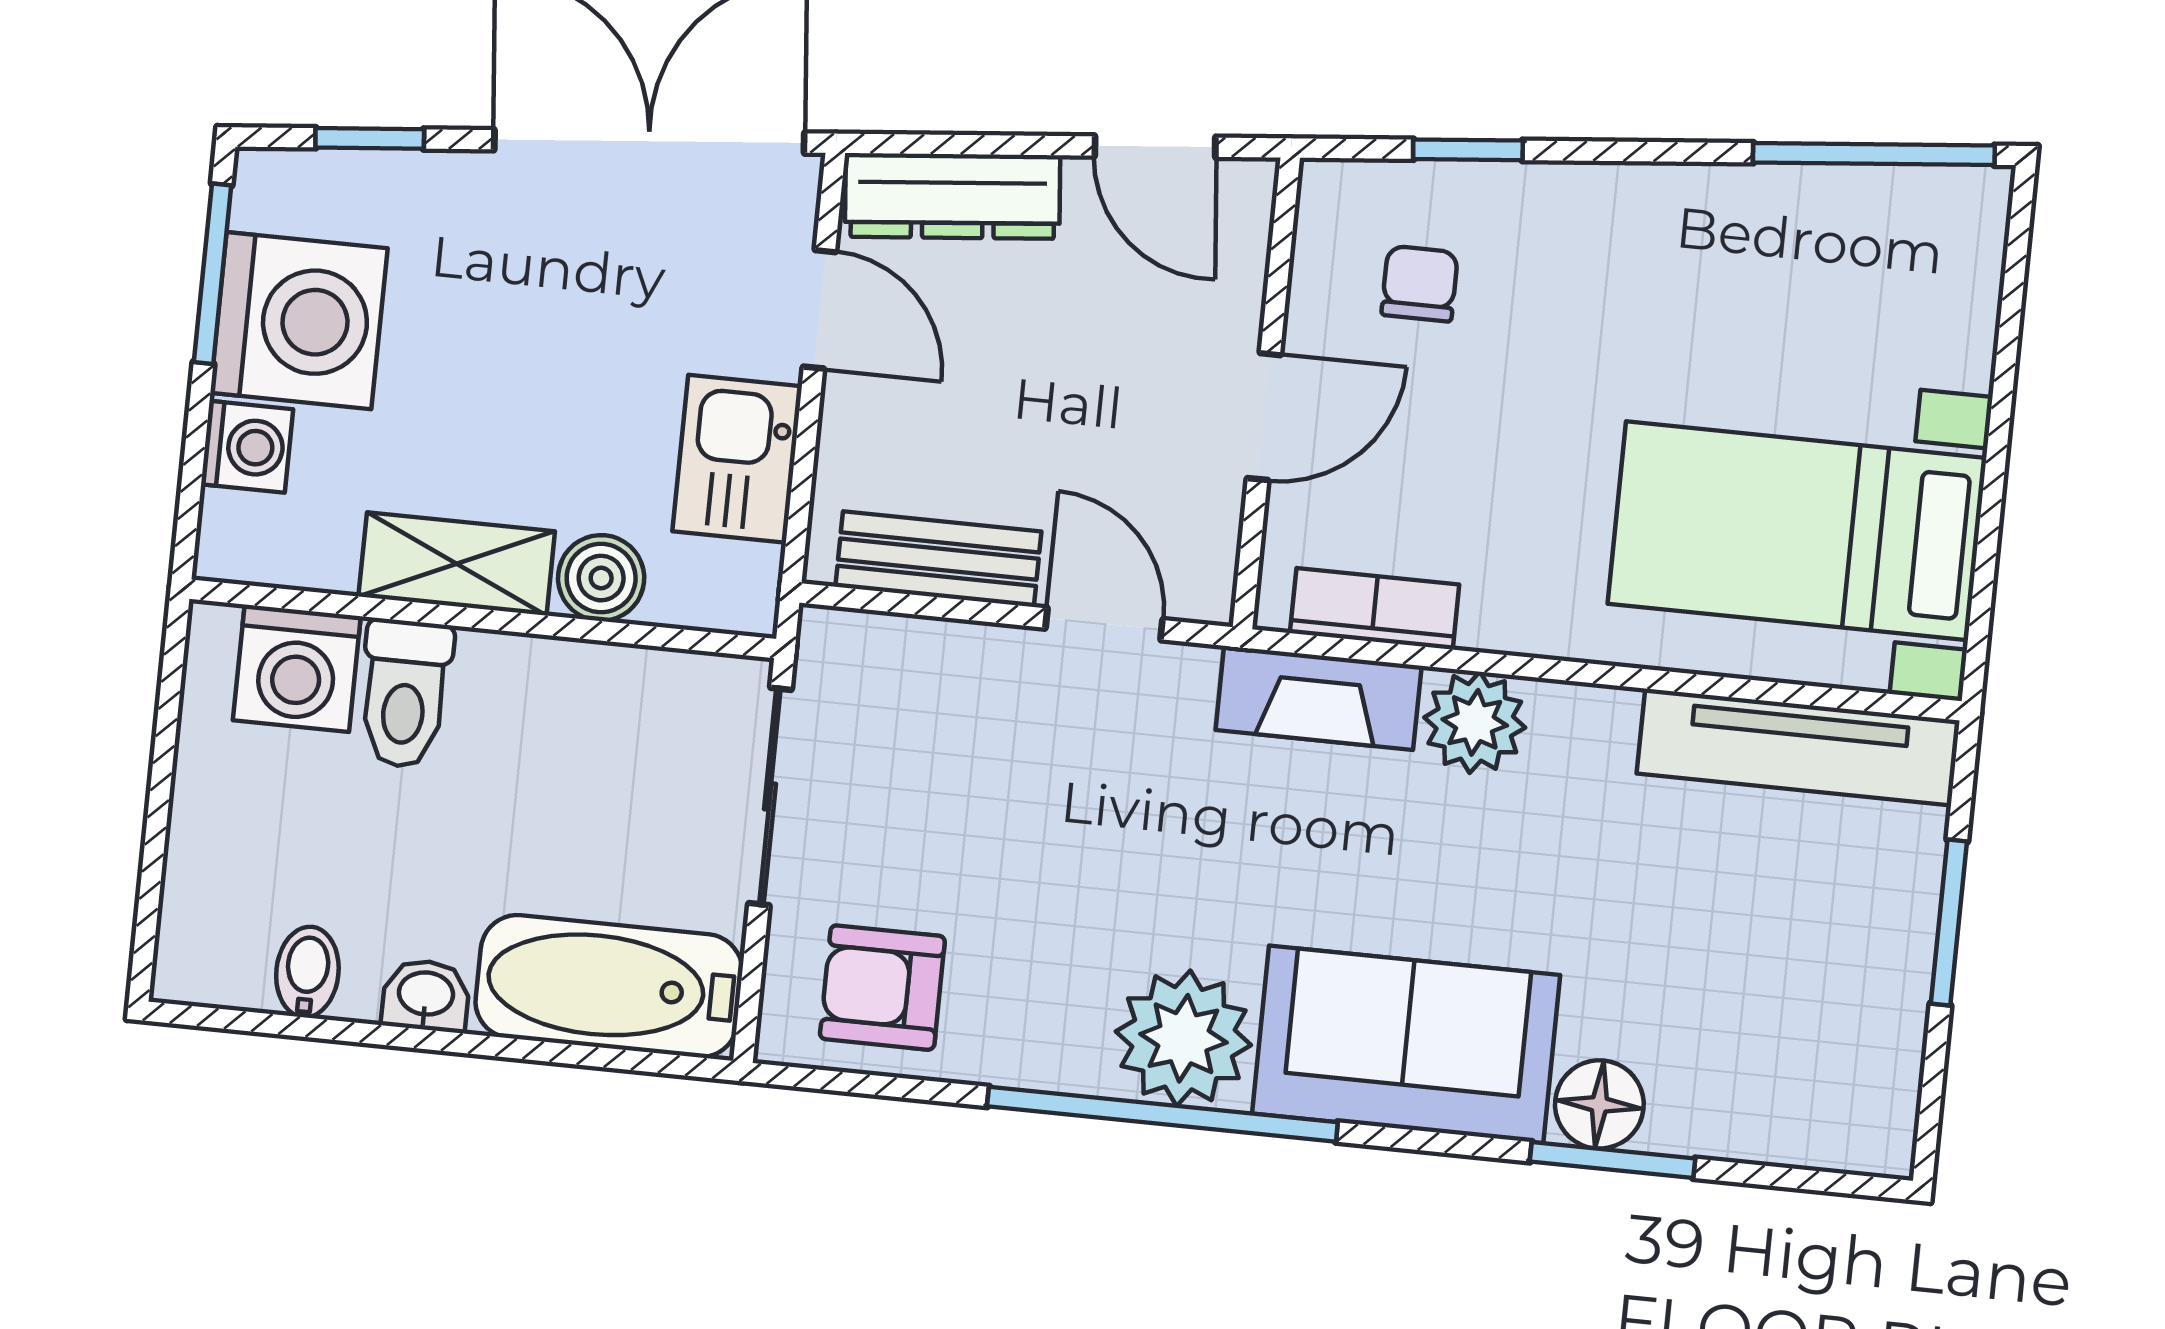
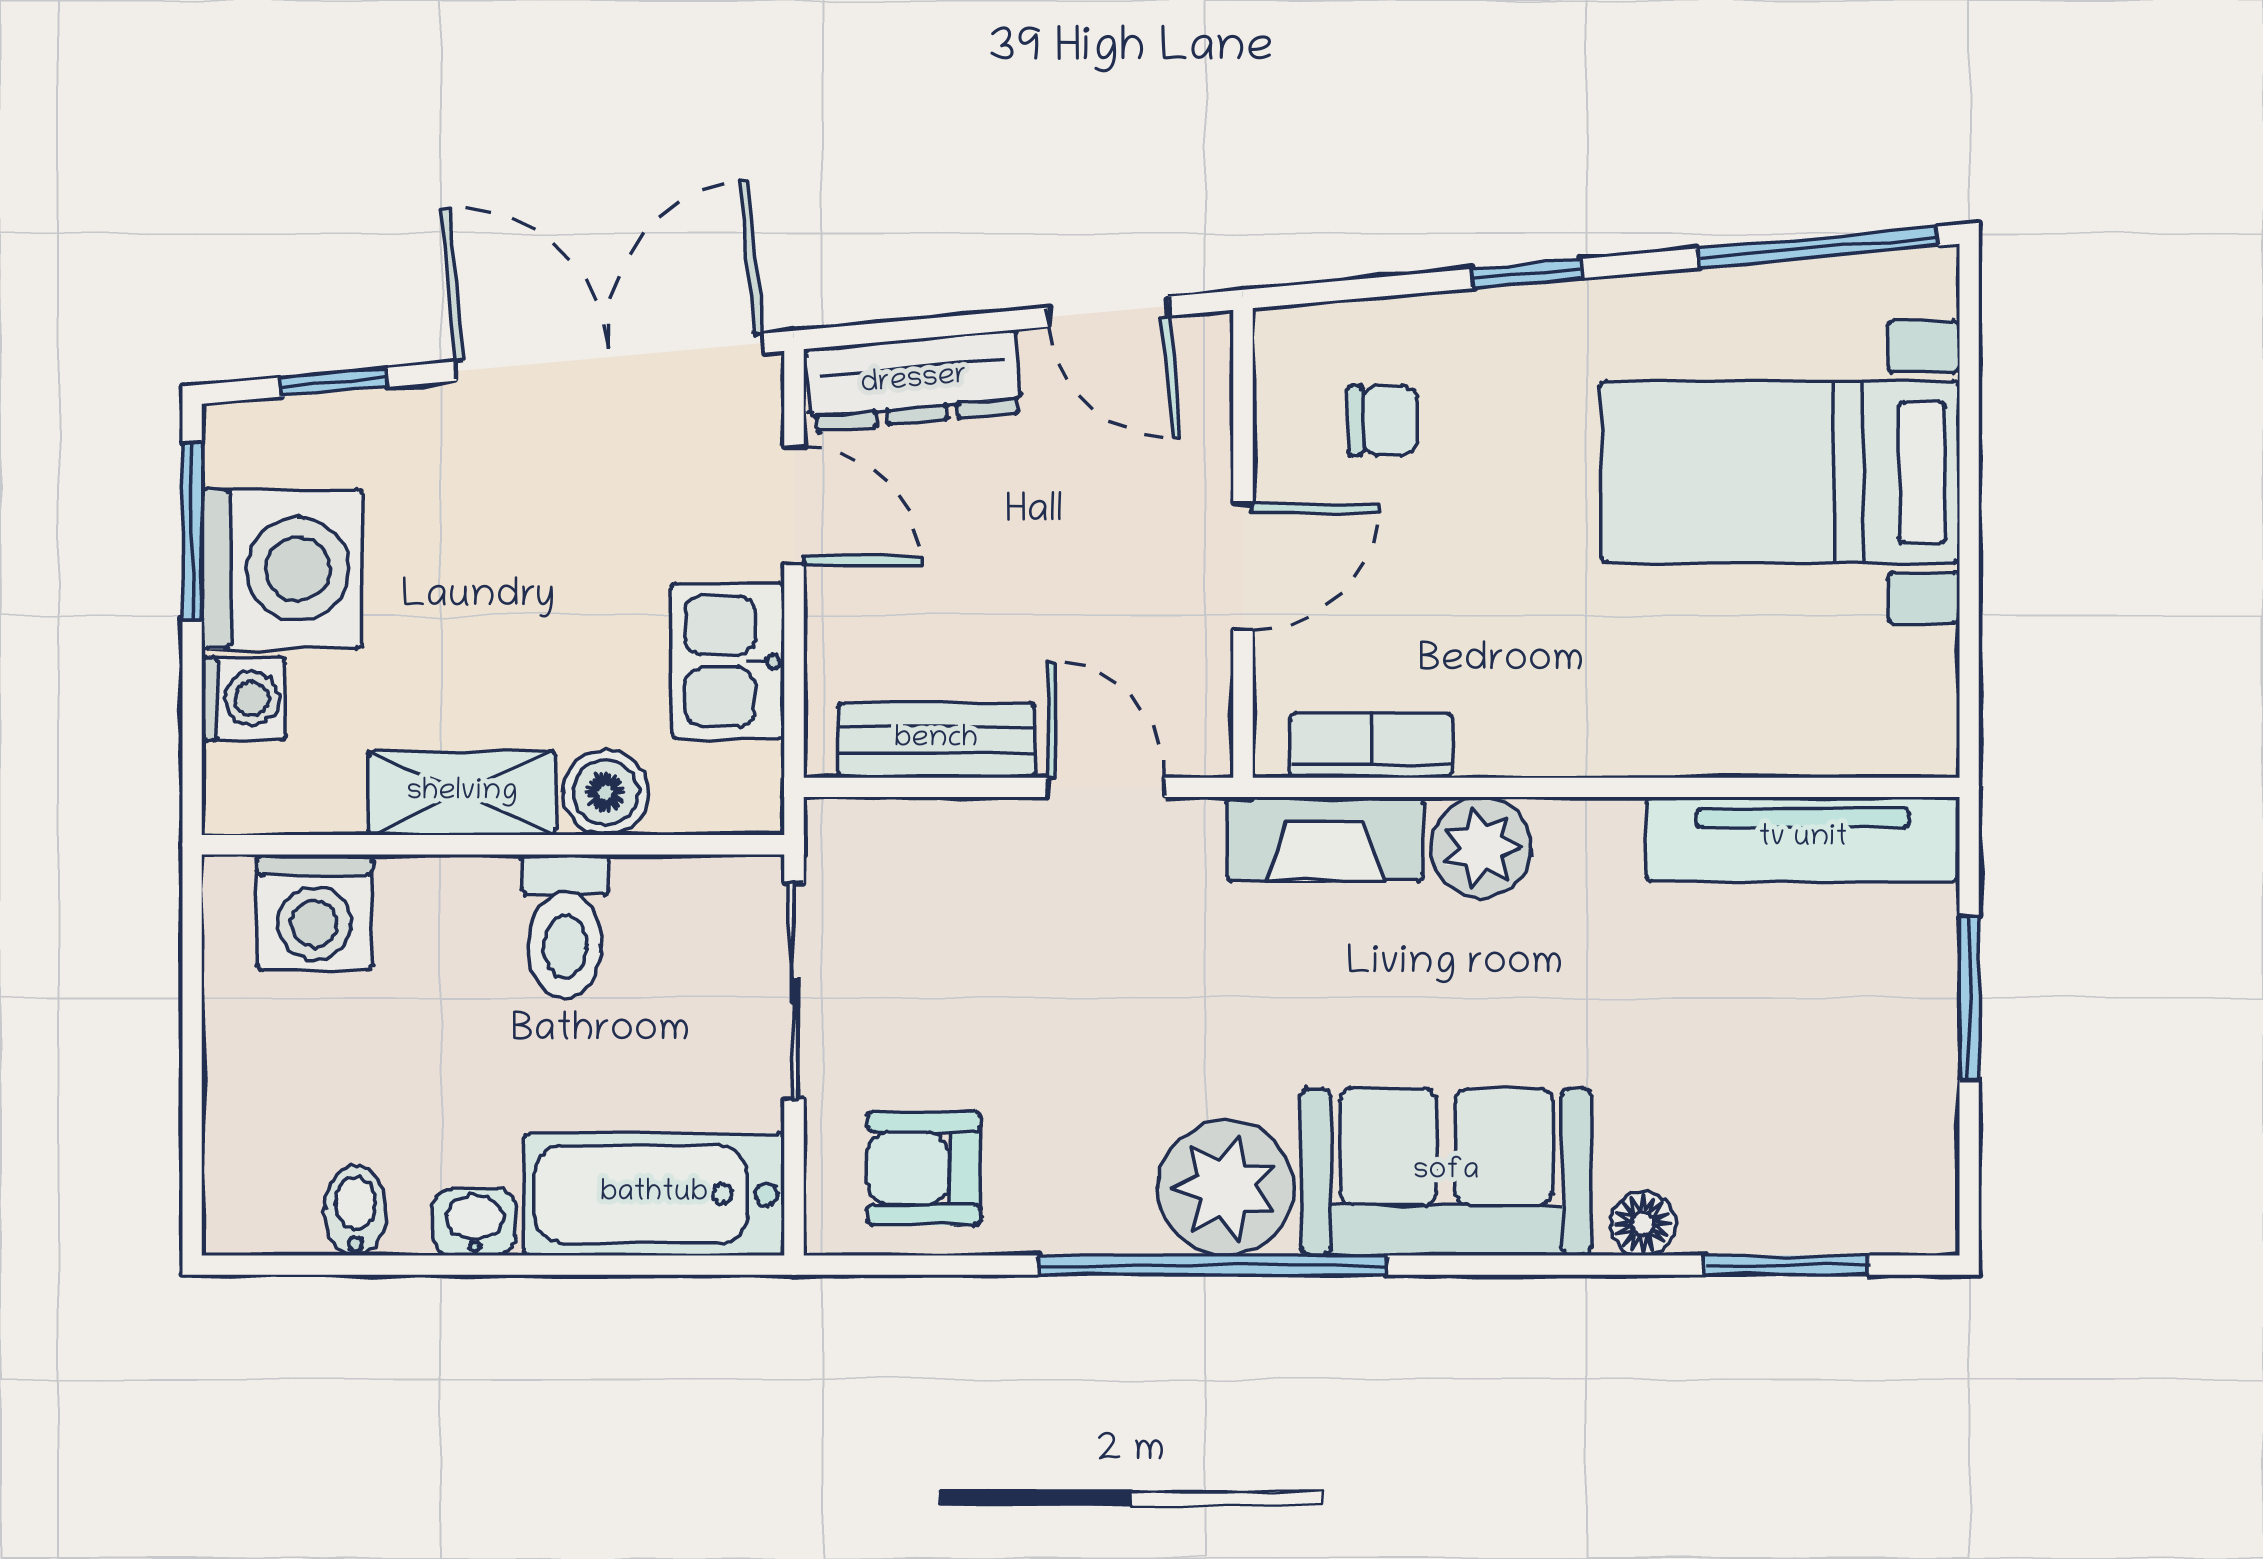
window: (1468, 150) -> (1527, 274), moved
chair: (1420, 284) -> (1383, 420), turned 90
bed with nightstands: (1797, 531) -> (1780, 472), moved
toilet: (405, 694) -> (565, 926), moved
floor lamp: (1599, 1104) -> (1643, 1224), width x0.73, depth x0.73
window: (1613, 1160) -> (1787, 1265), moved

